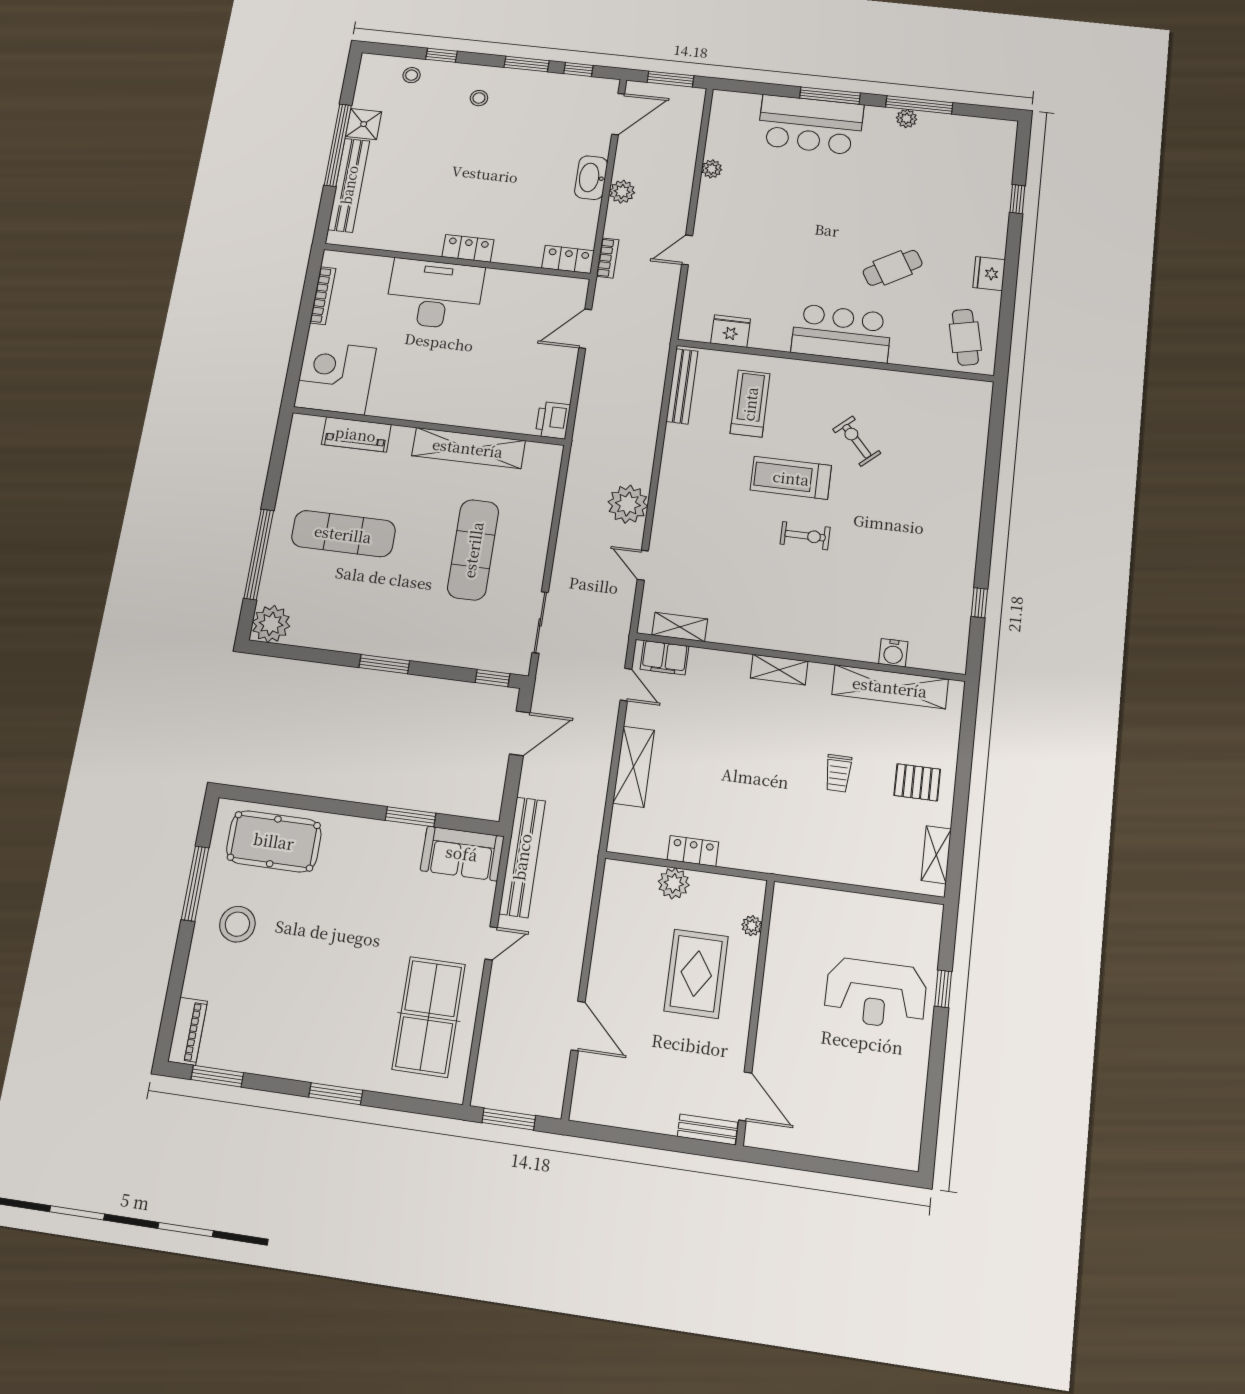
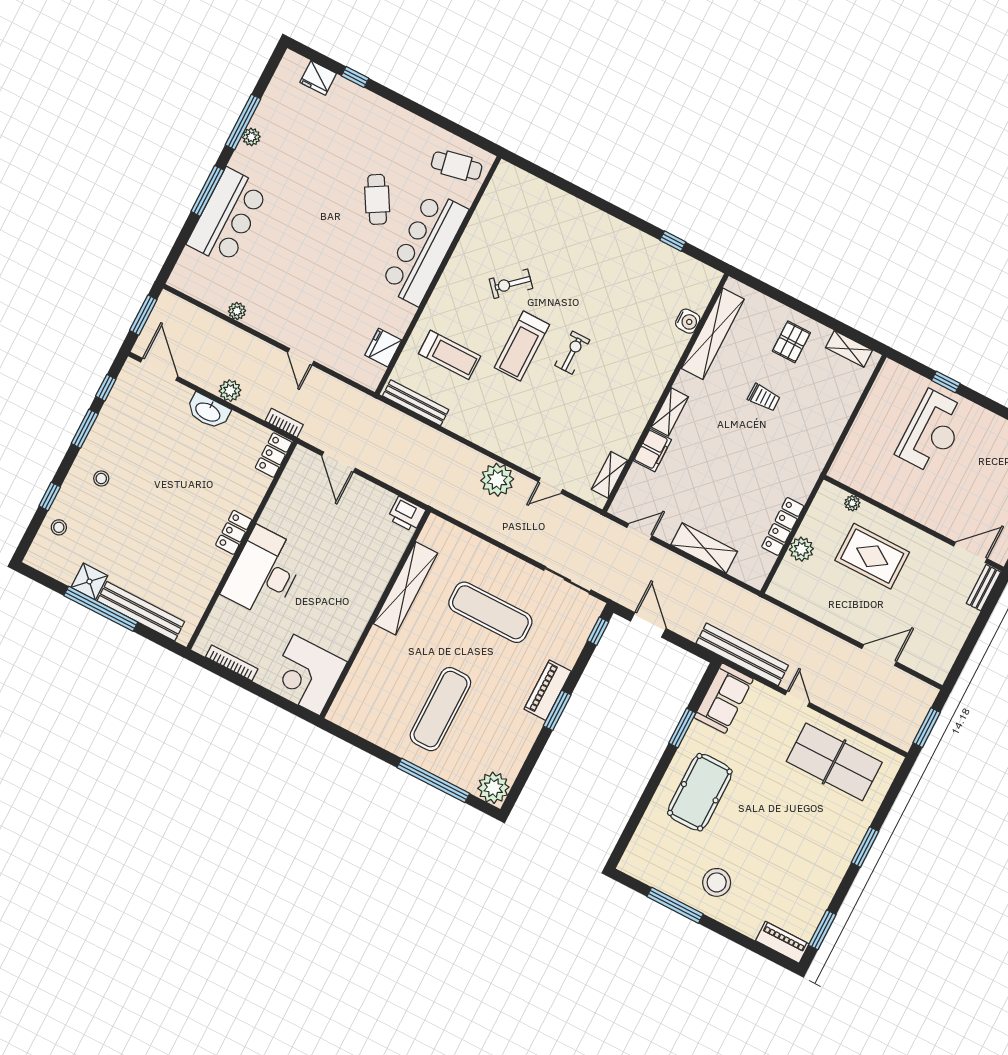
fridge: (989, 274) -> (318, 78), moved
bar counter: (841, 333) -> (424, 248), width x1.36
treadmill: (750, 404) -> (450, 355), turned 180
piano: (356, 434) -> (548, 690), moved, turned 180
filing cabinet: (665, 658) -> (652, 450), moved
pool table: (274, 841) -> (700, 792), moved
locker: (693, 851) -> (783, 526), width x1.53

